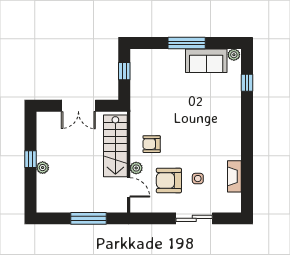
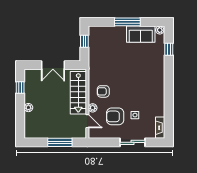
window: (31, 159) -> (20, 88), moved
fireplace: (234, 176) -> (160, 128), moved

